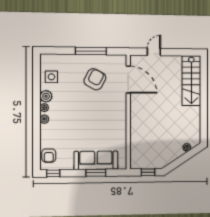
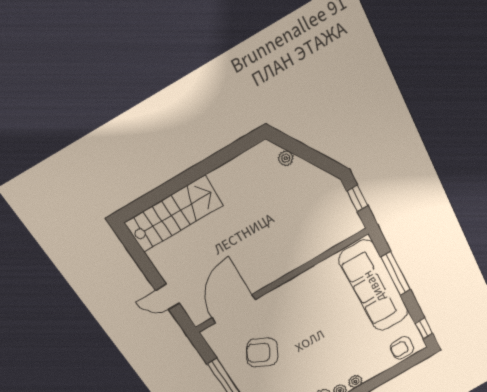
armchair: (49, 156) -> (402, 348), turned 180
sofa: (96, 160) -> (374, 286), width x1.36, depth x1.27
window: (96, 173) -> (396, 273), width x1.44

